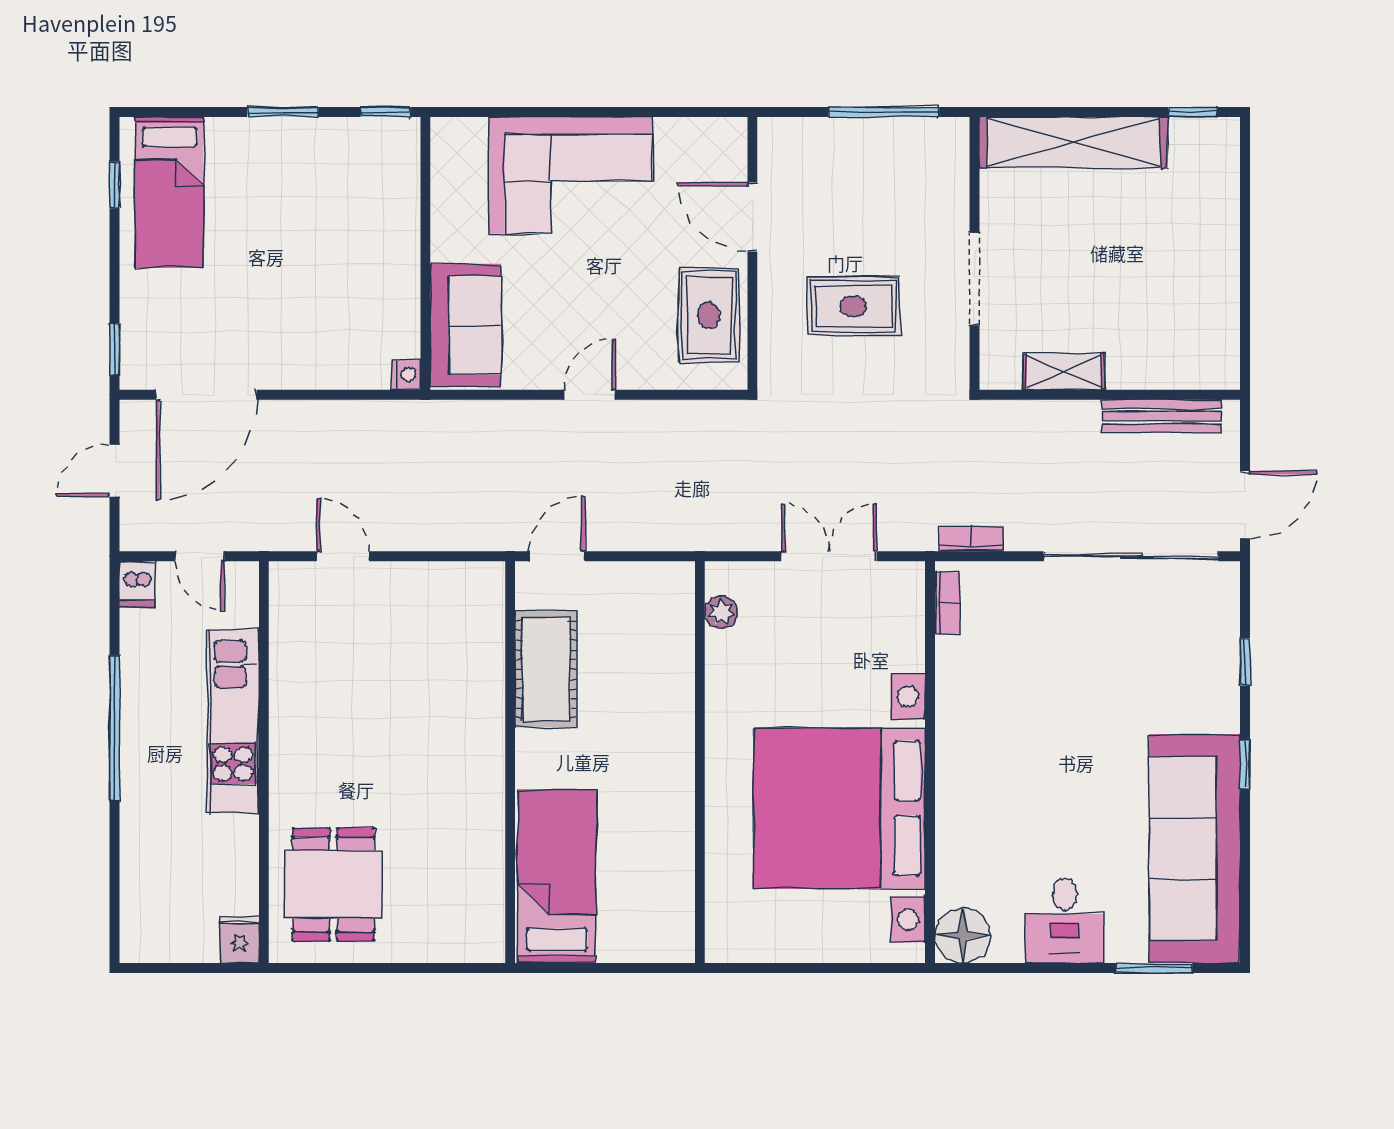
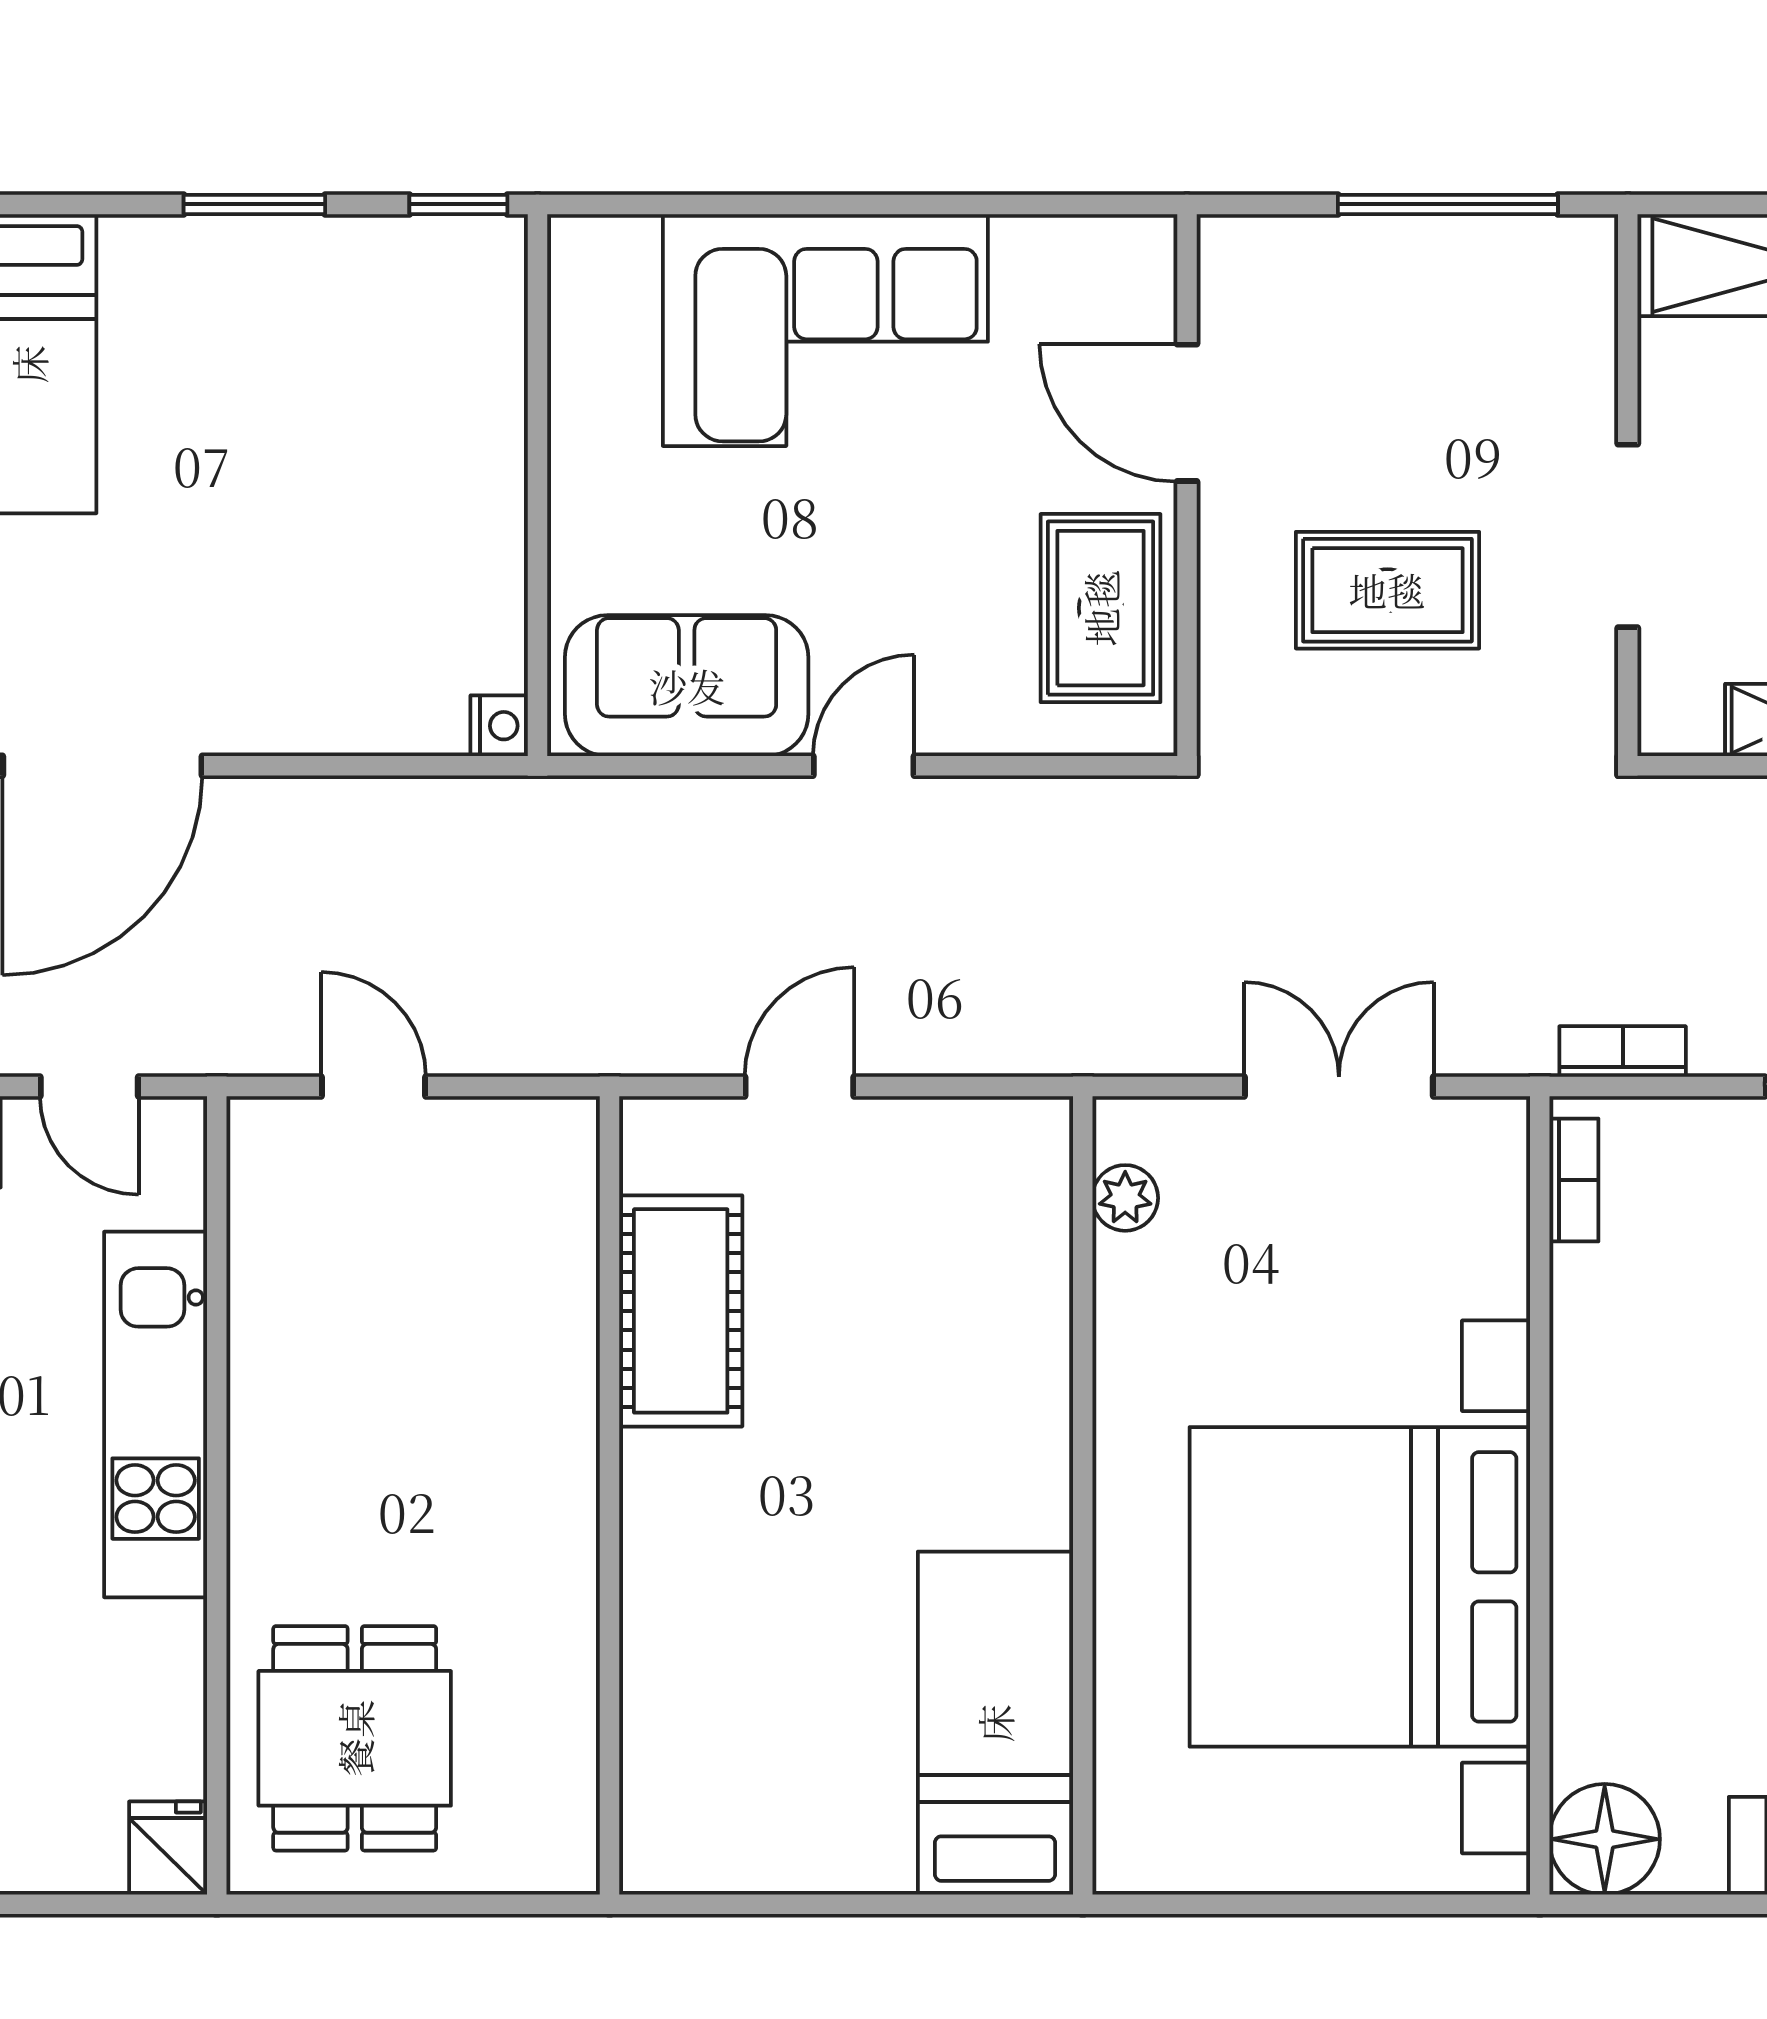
sofa: (466, 325) -> (687, 686), moved, turned -90
cot: (546, 669) -> (681, 1311), moved
wall: (510, 762) -> (610, 1495), moved
bed: (557, 877) -> (995, 1723), moved

